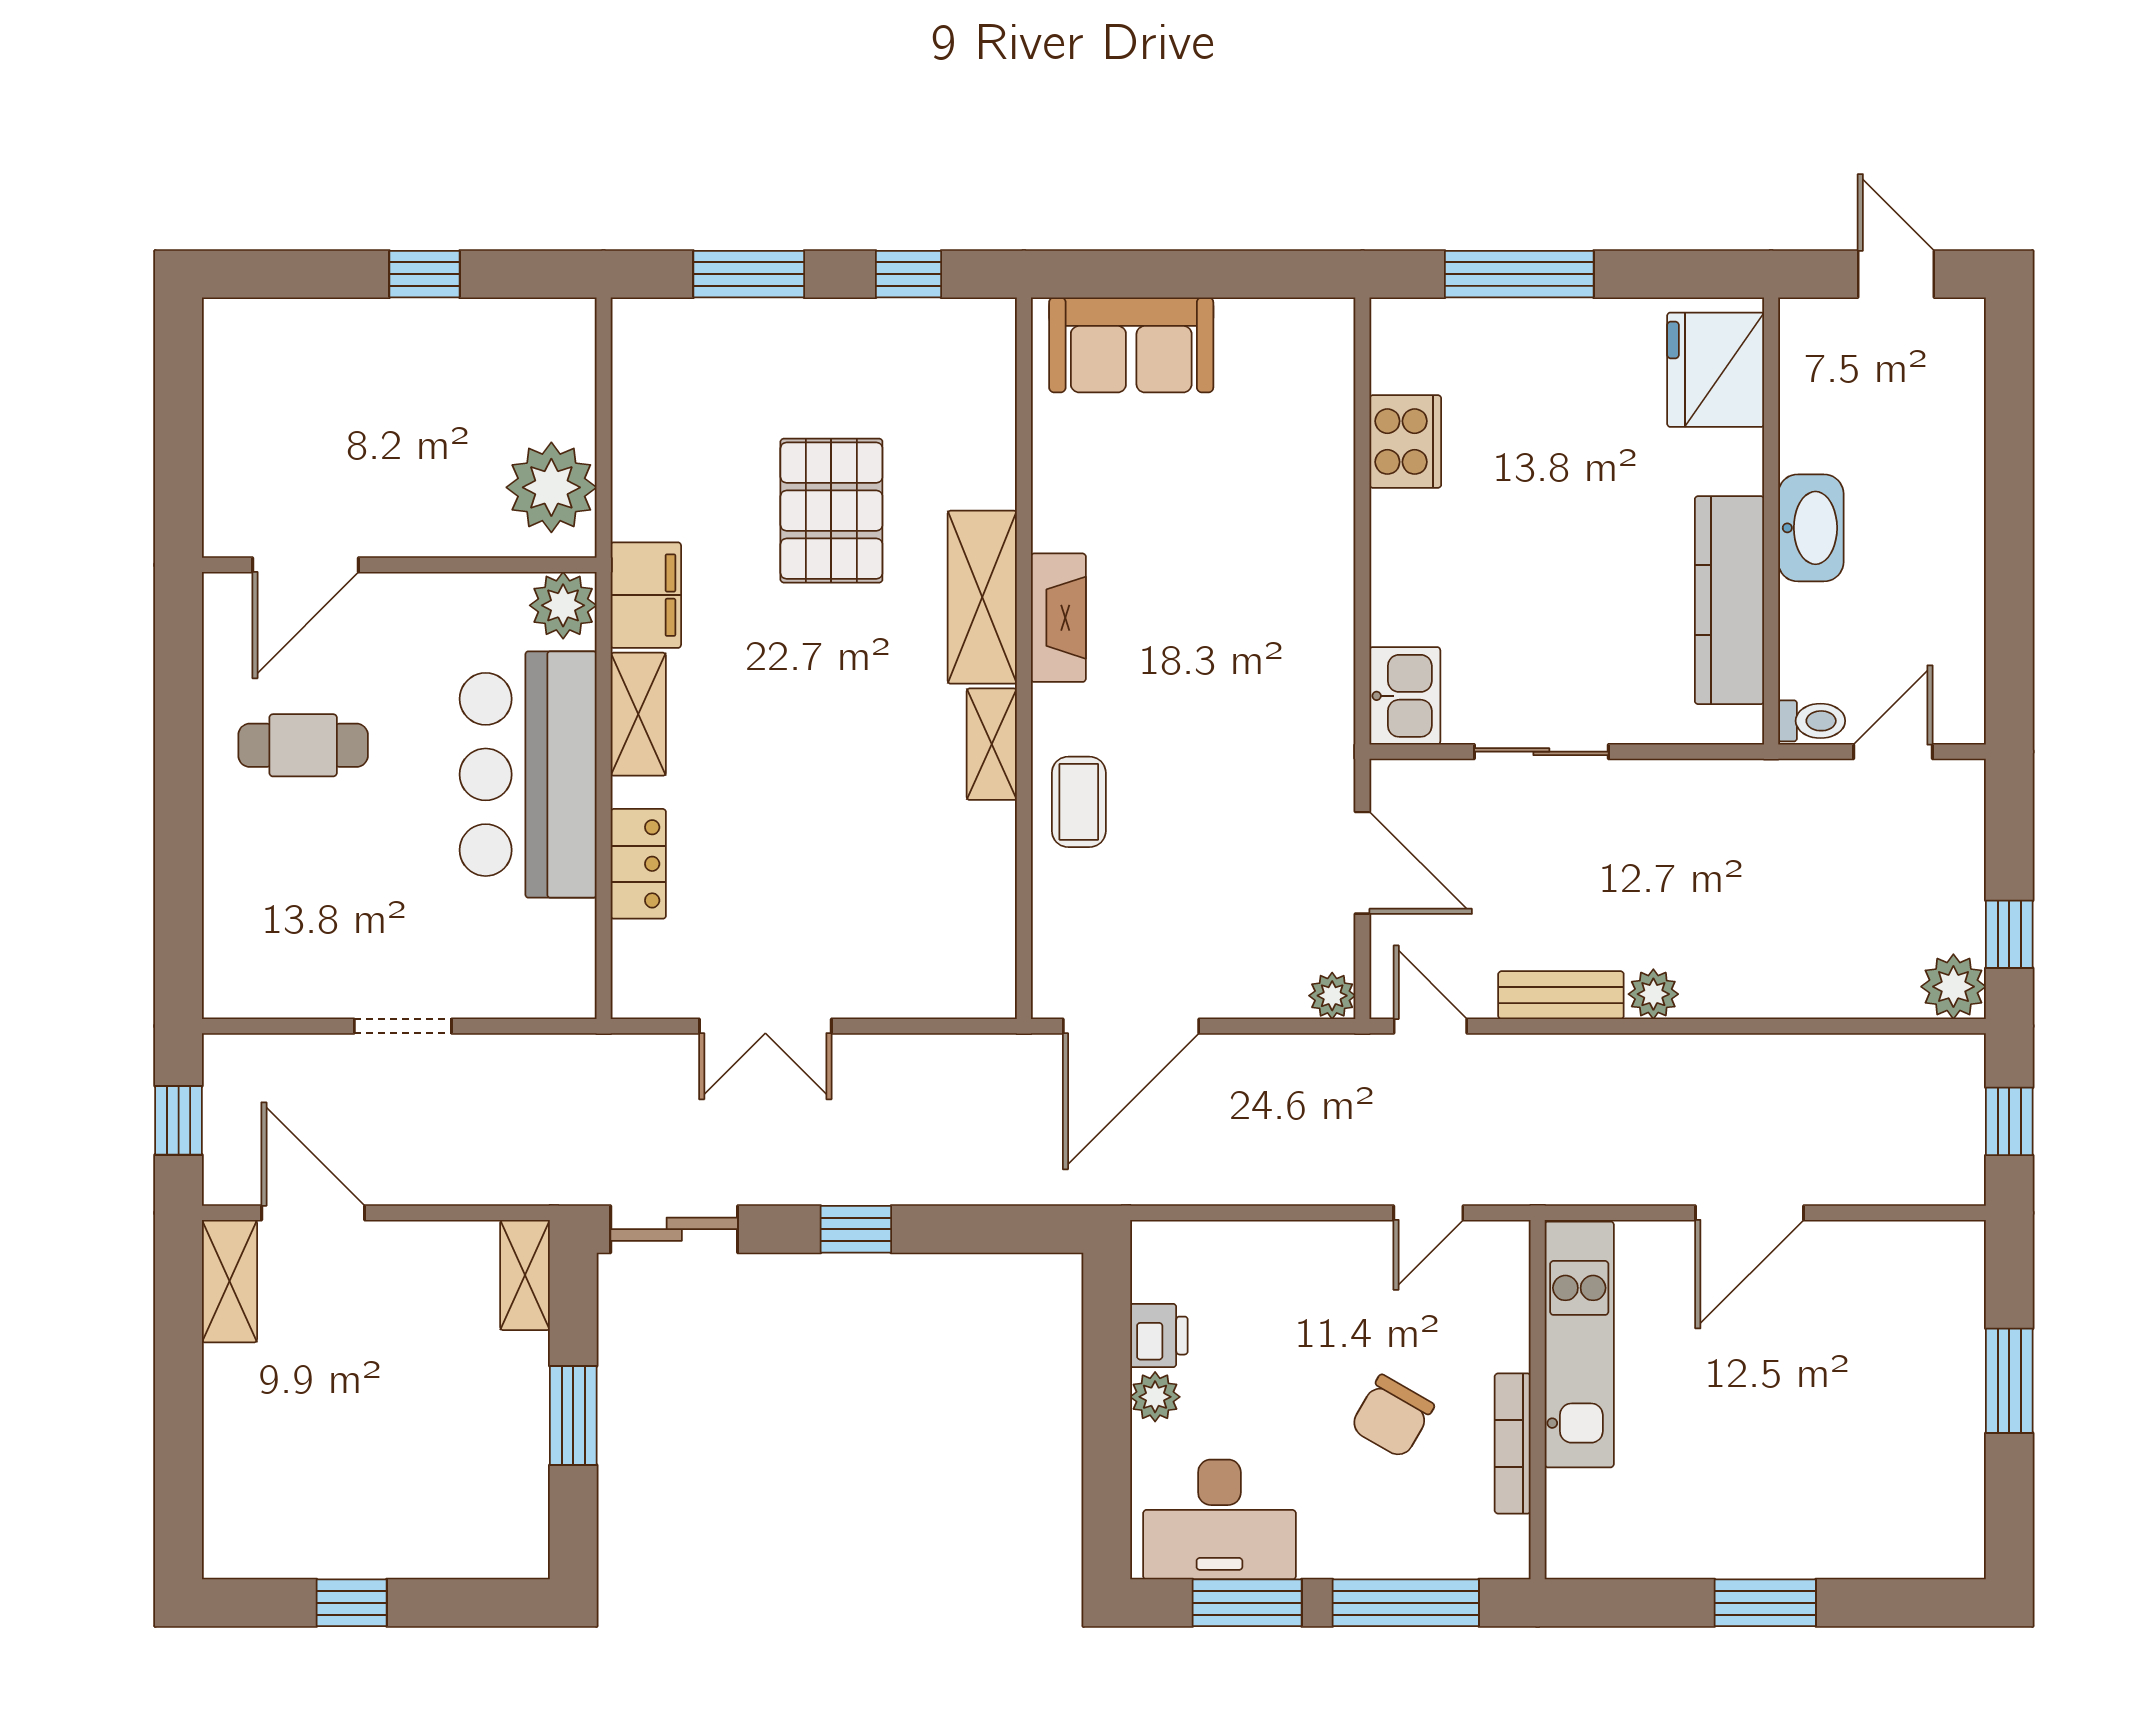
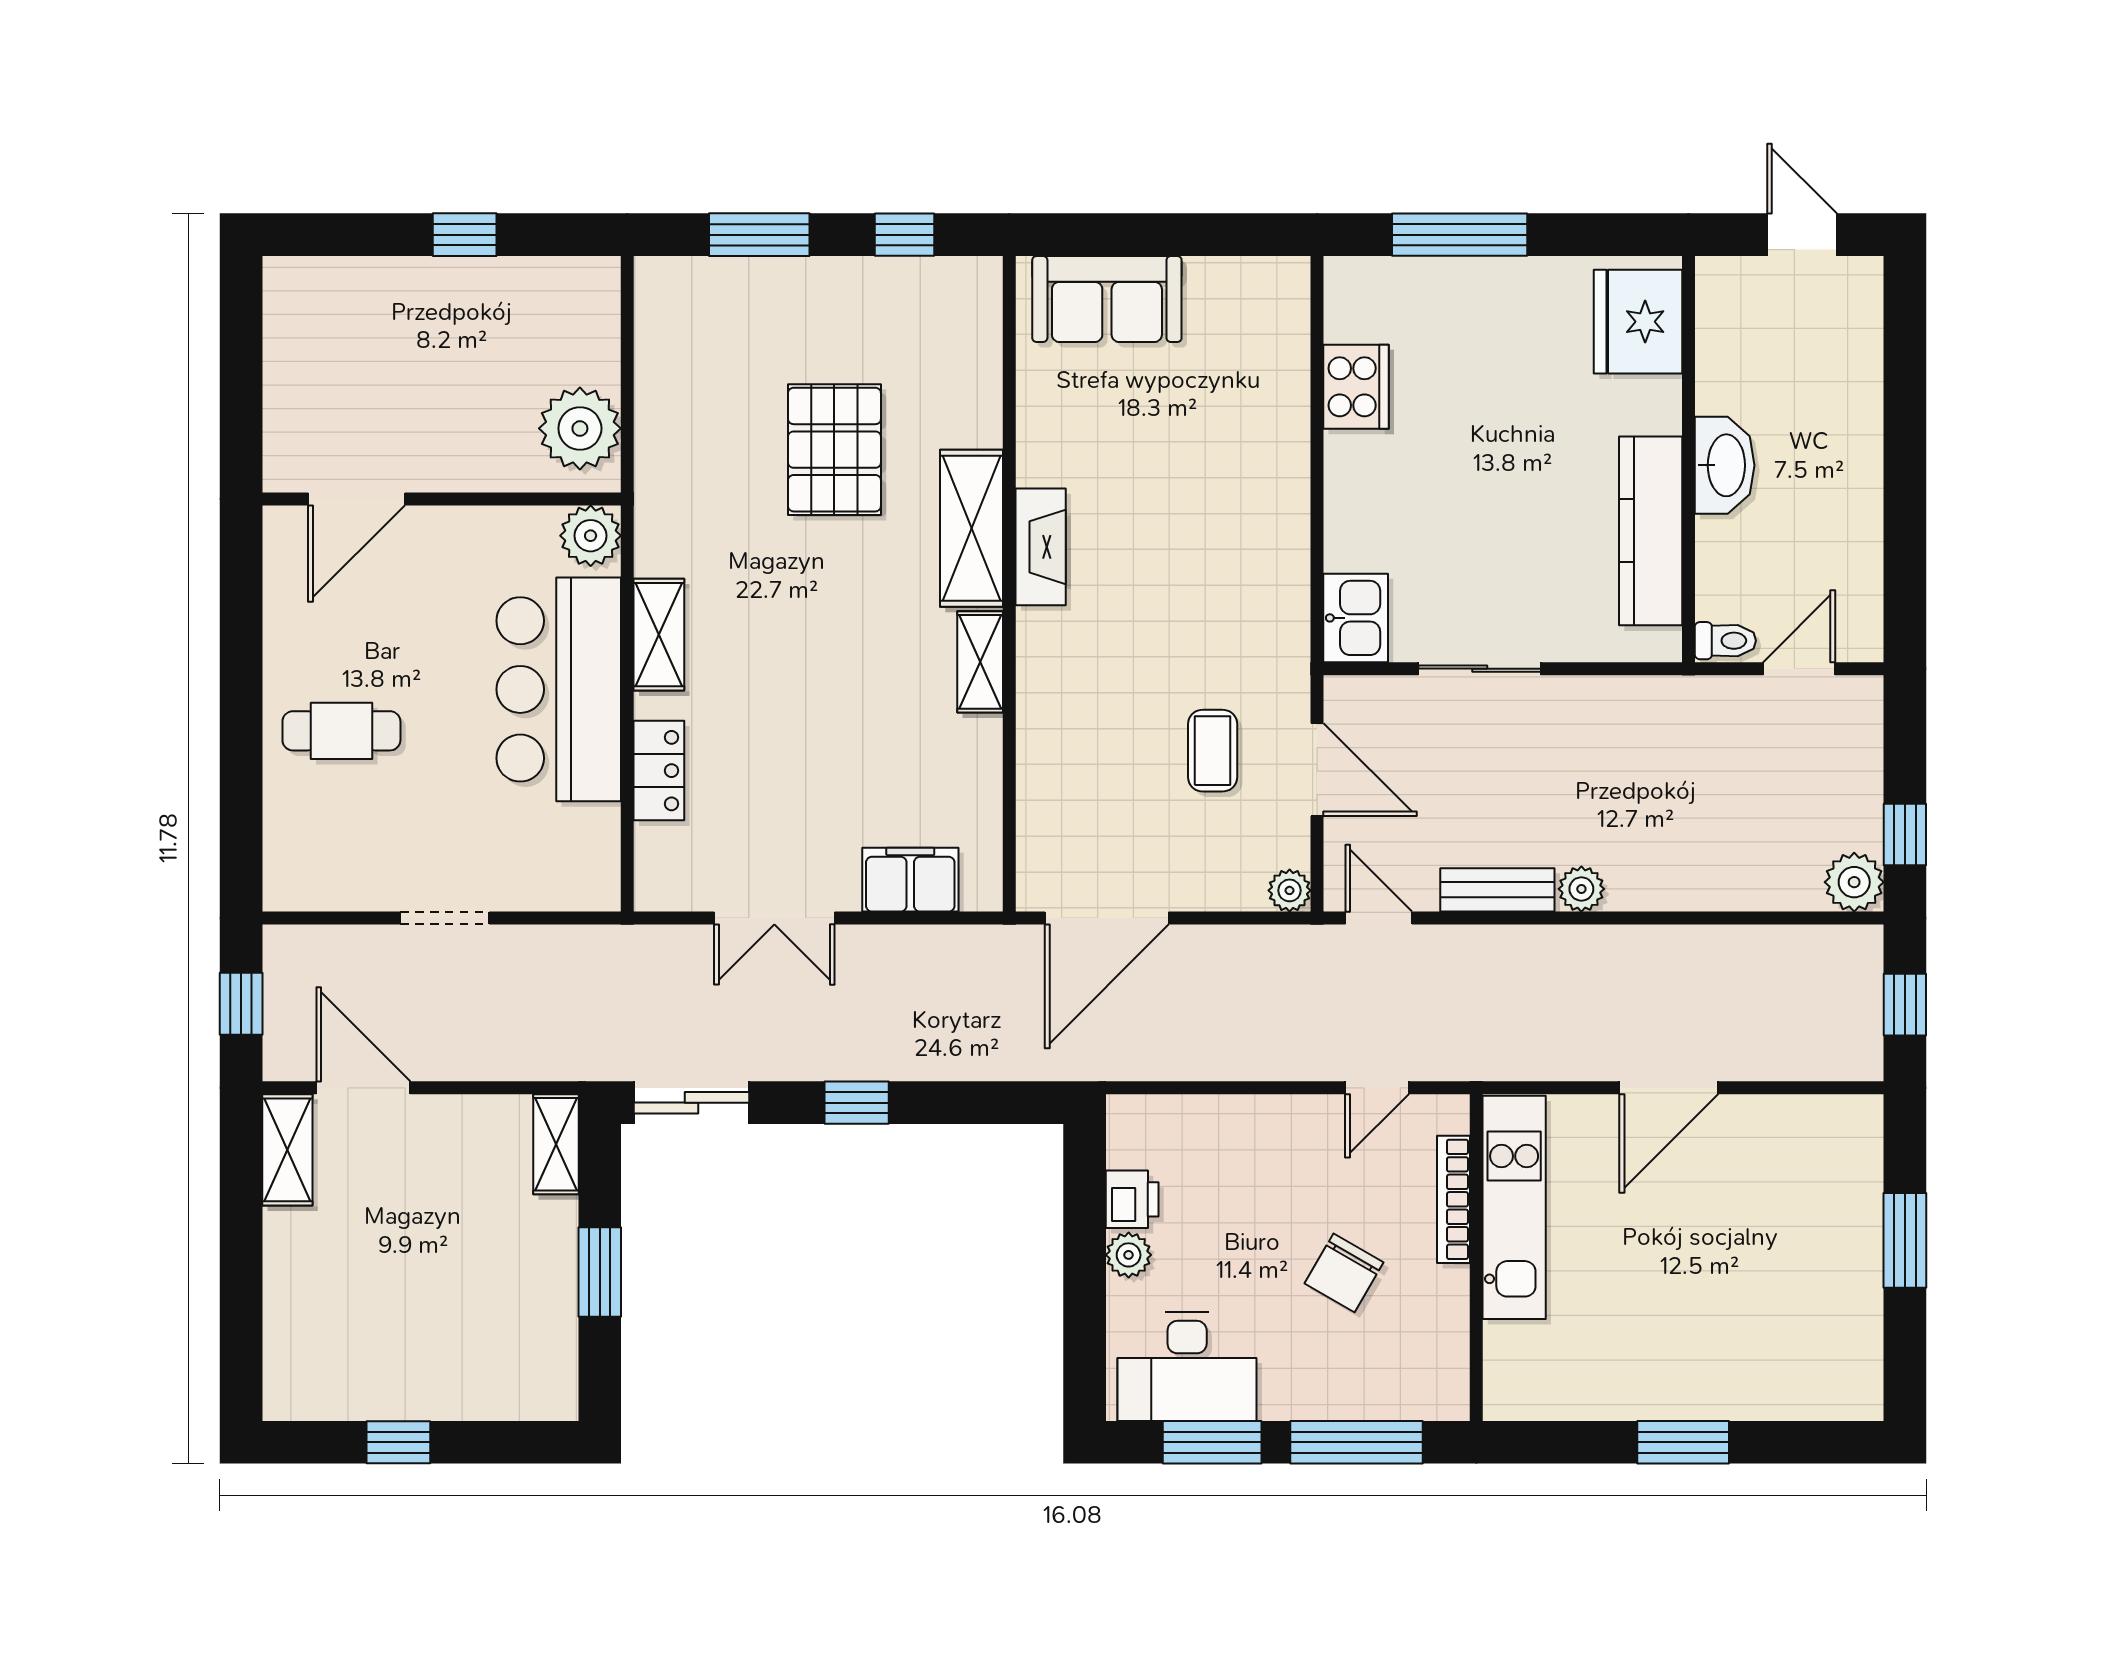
filing cabinet: (646, 595) -> (910, 880), moved, turned -90
cafe table: (303, 745) -> (341, 731), moved
coffee table: (1079, 802) -> (1213, 751), moved
bookcase: (1513, 1444) -> (1454, 1199), moved

